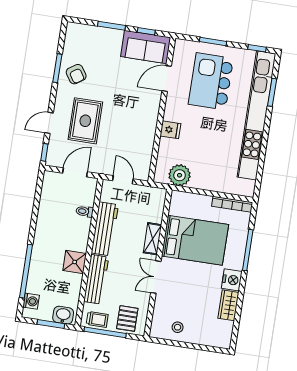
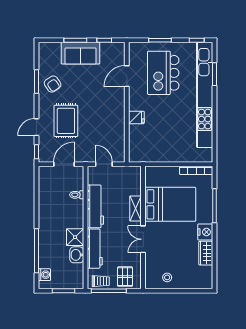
sofa: (146, 47) -> (81, 53), moved
plant: (180, 175) -> (150, 153), removed
washbasin: (63, 315) -> (77, 255), moved, turned -90

